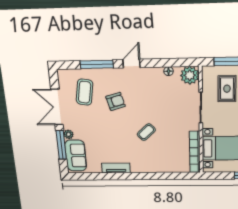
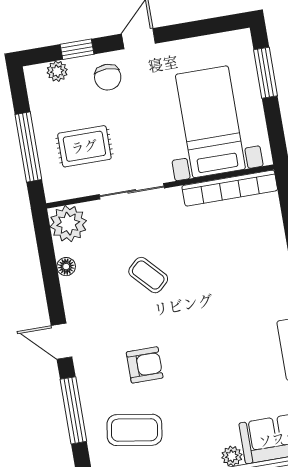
armchair: (116, 101) -> (145, 365), turned 106
coffee table: (146, 132) -> (148, 275), moved

